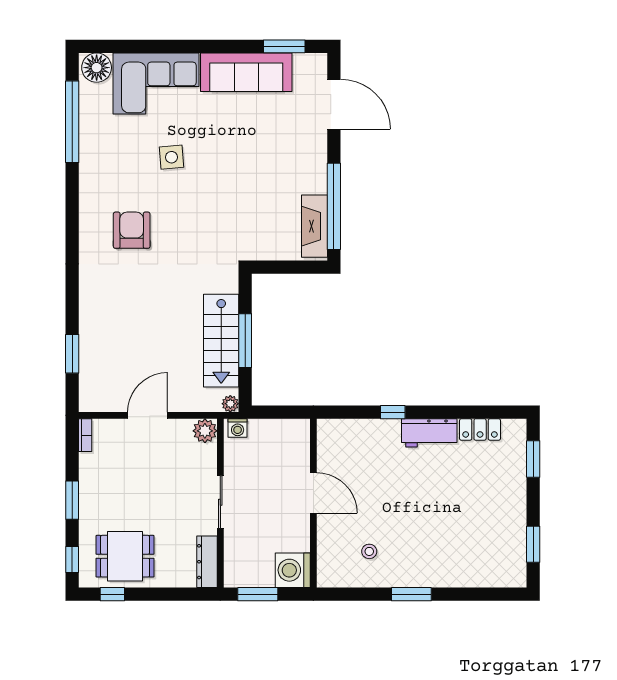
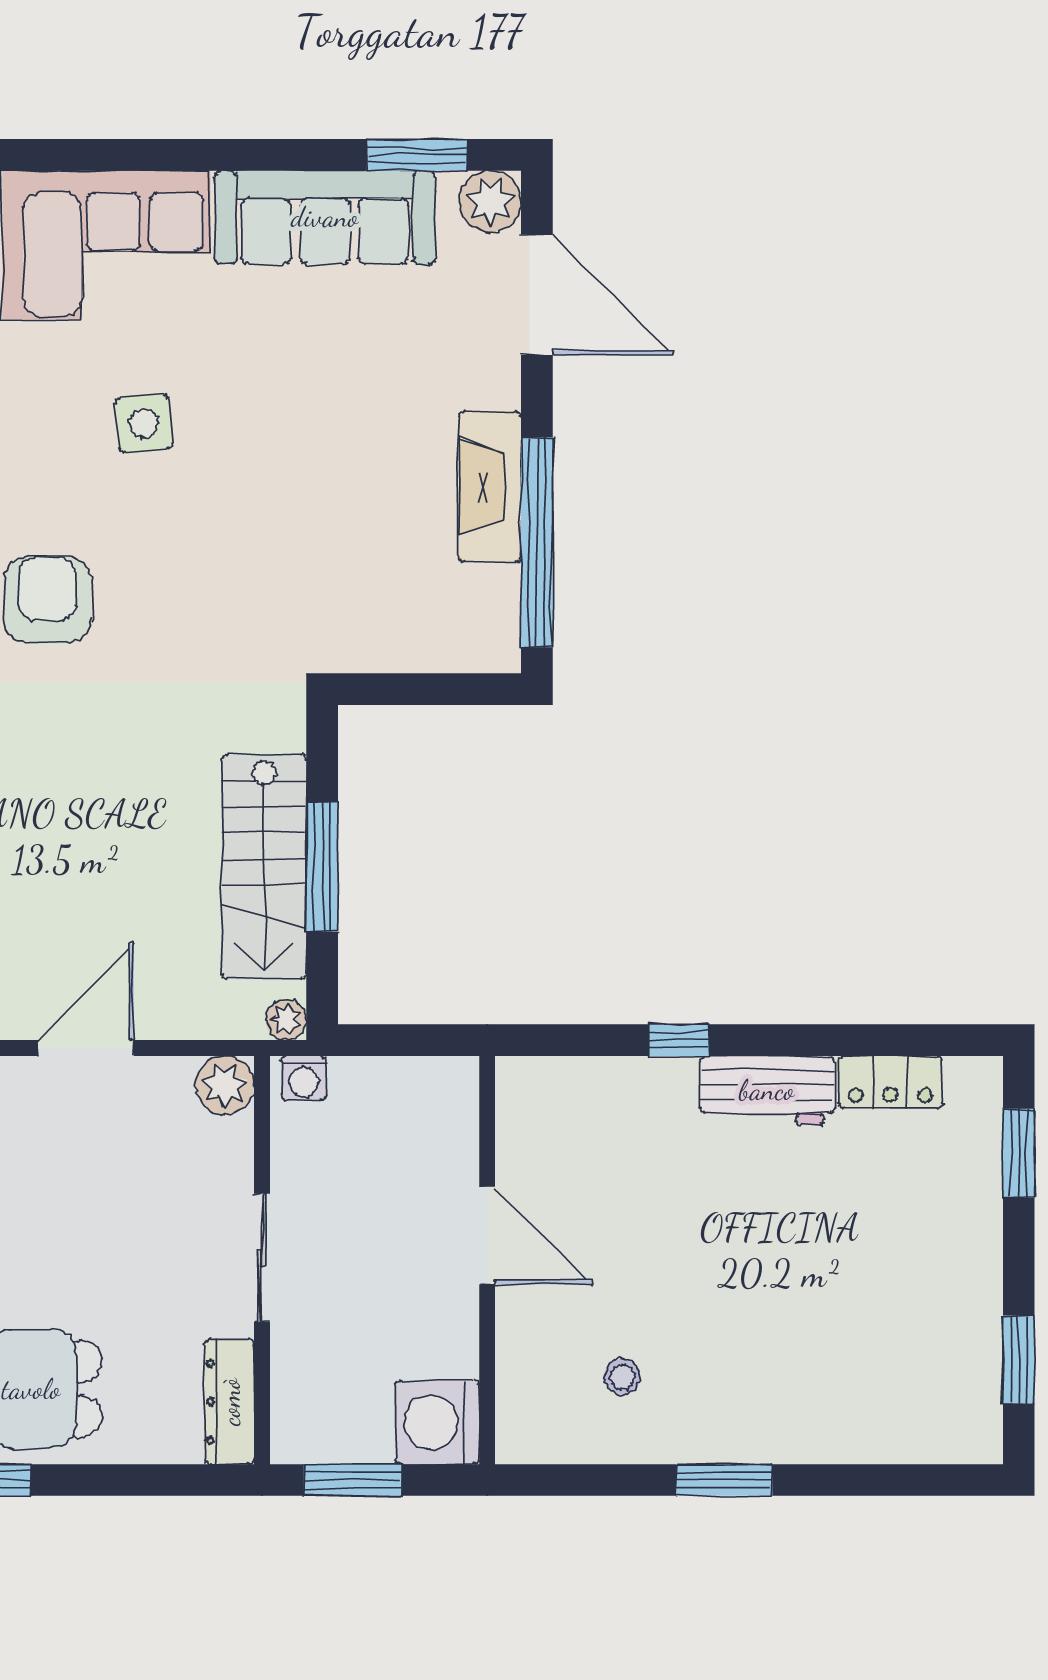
plant: (315, 66) -> (490, 201), added
fireplace: (315, 226) -> (490, 487), moved

